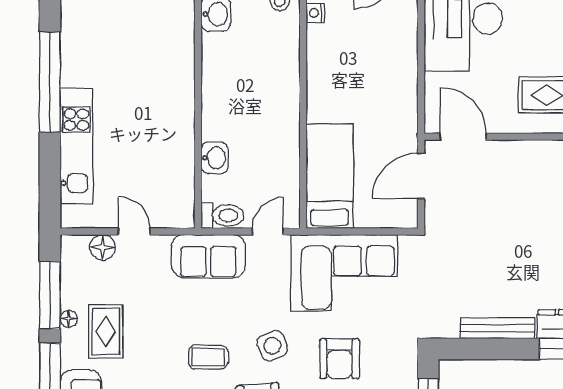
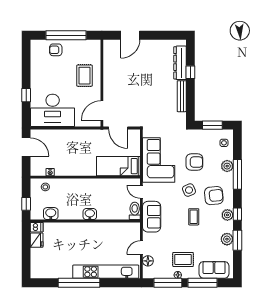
kitchen unit: (76, 146) -> (106, 272), width x1.36
washbasin: (215, 158) -> (90, 214), moved

